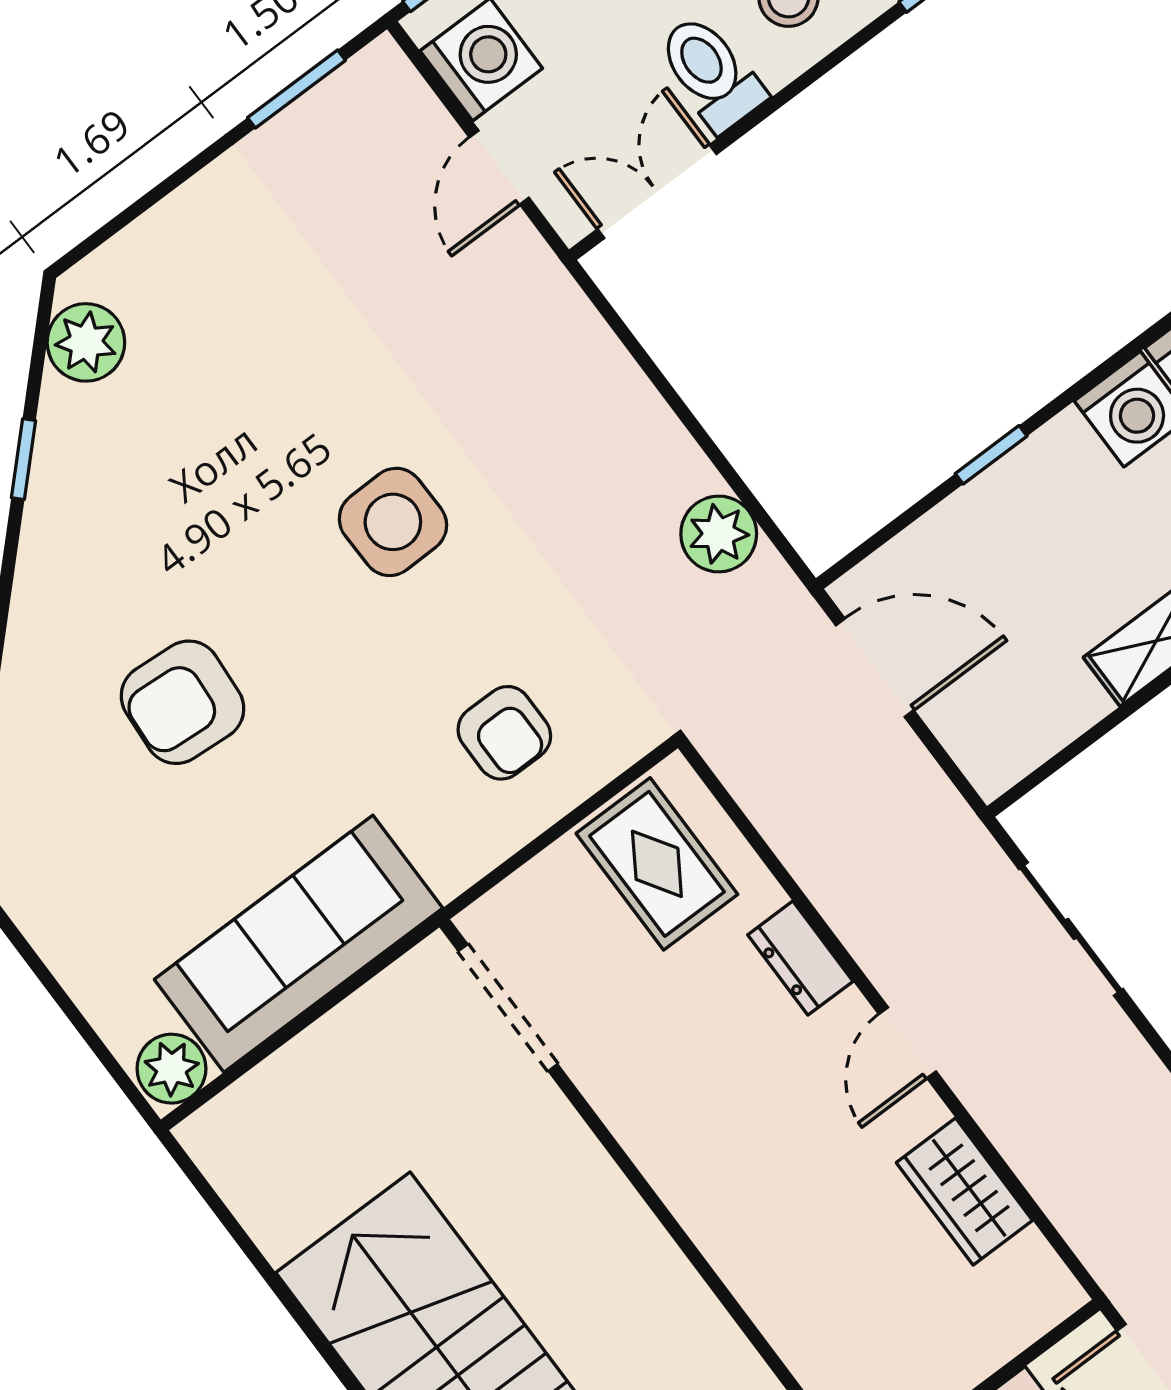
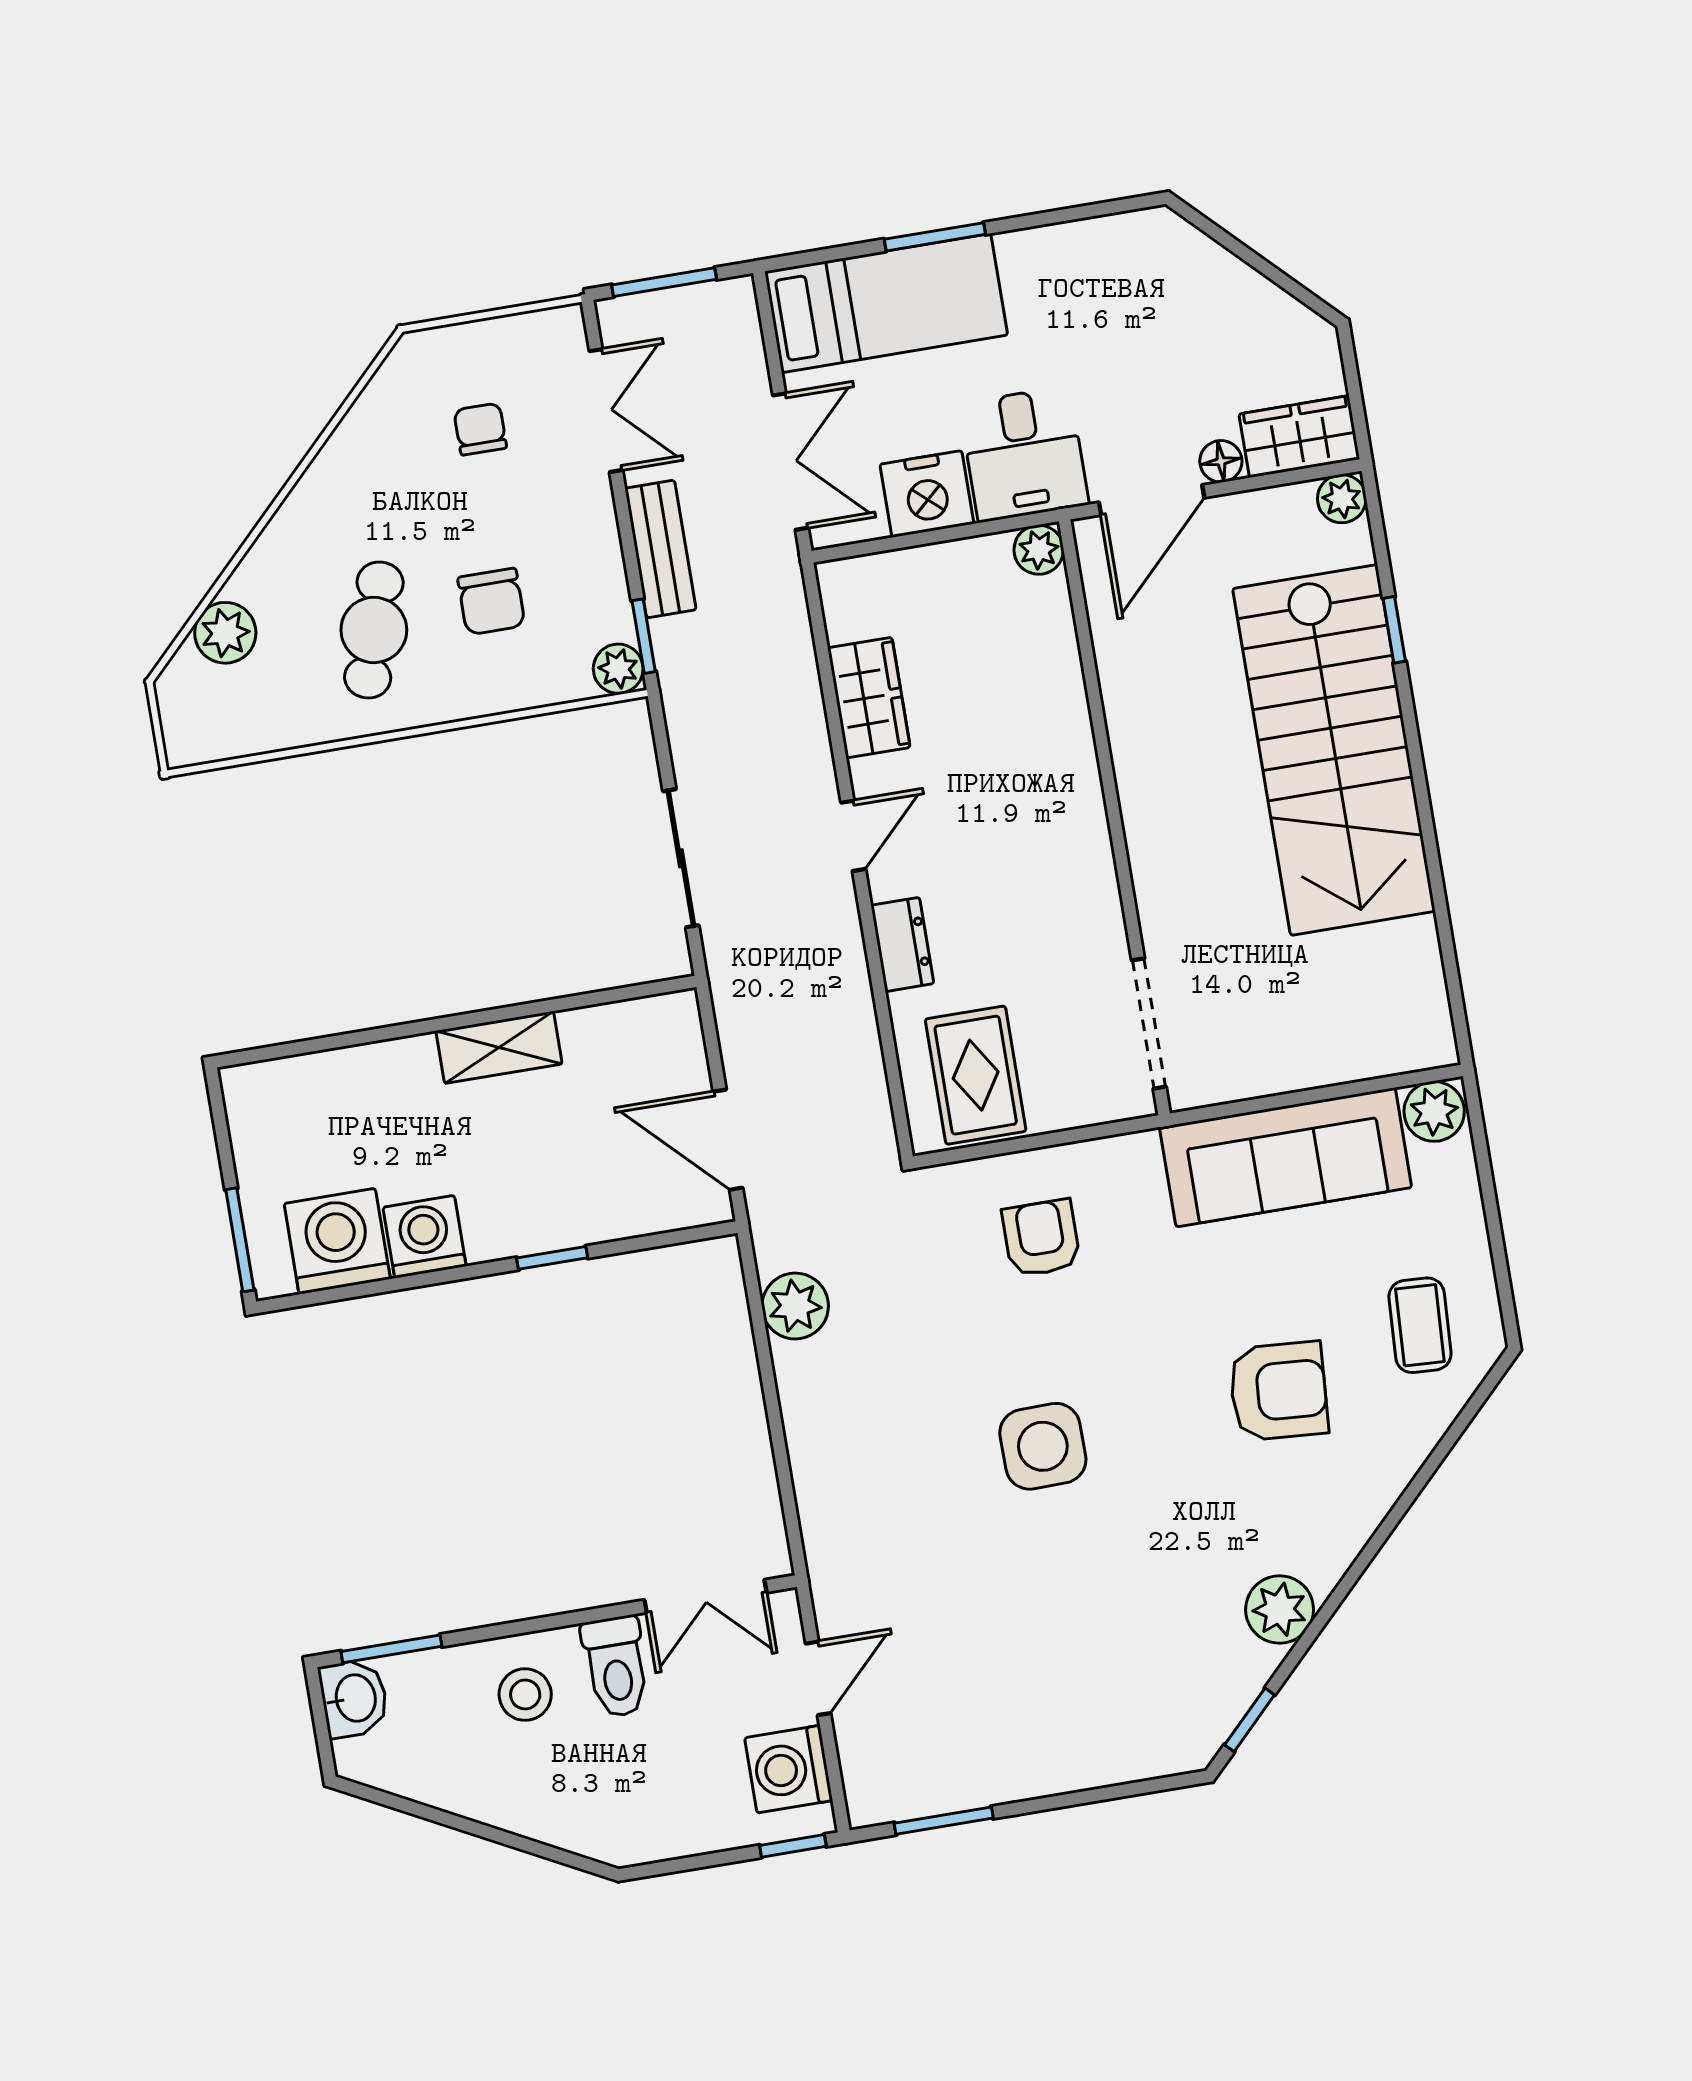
plant: (86, 342) -> (1280, 1609), moved
window: (23, 459) -> (1250, 1720), moved
coffee table: (73, 844) -> (1420, 1325), added

